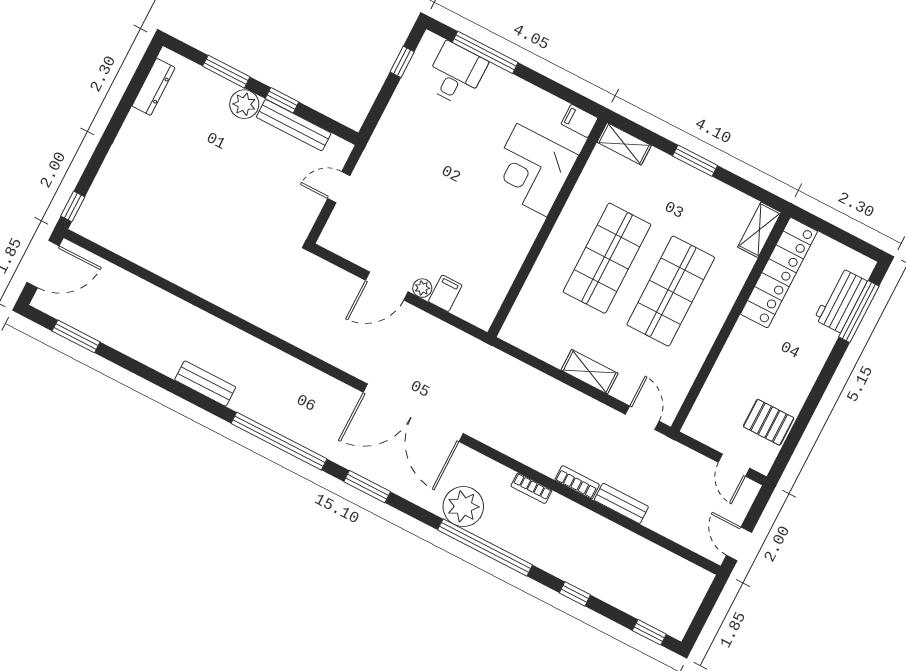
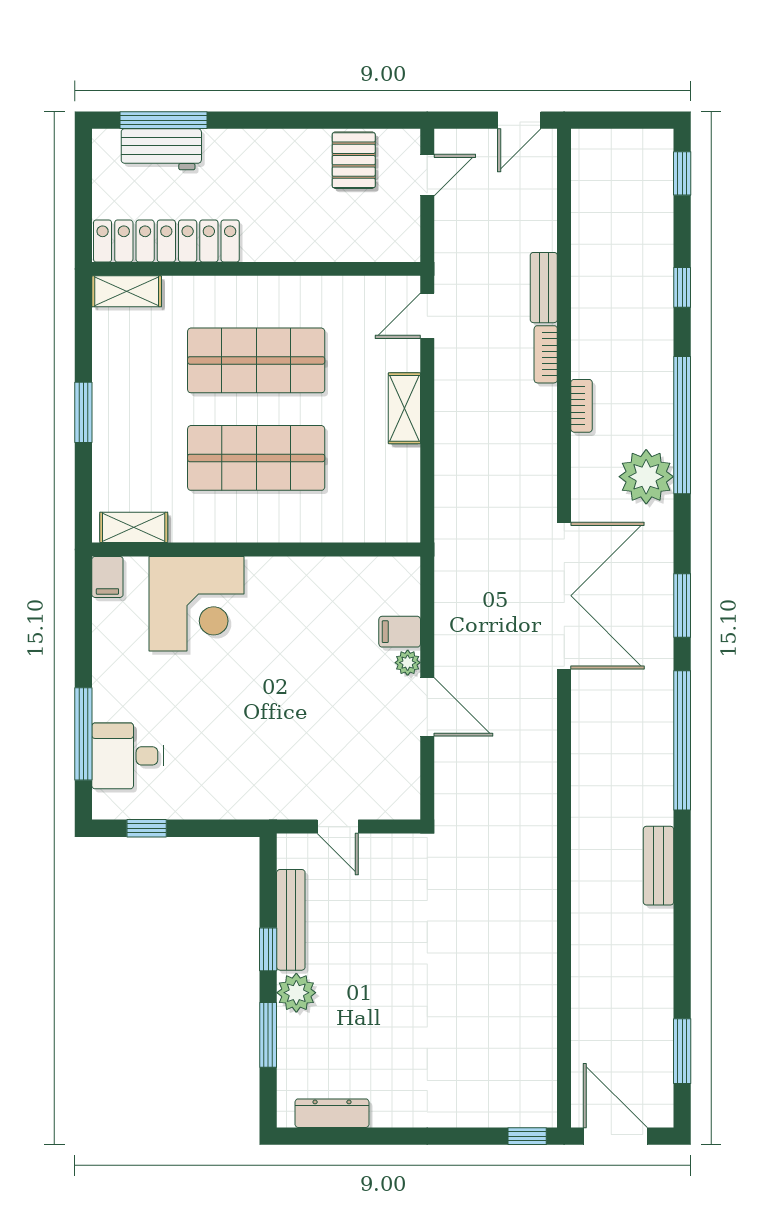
shelving: (624, 144) -> (134, 527), moved, turned 90

